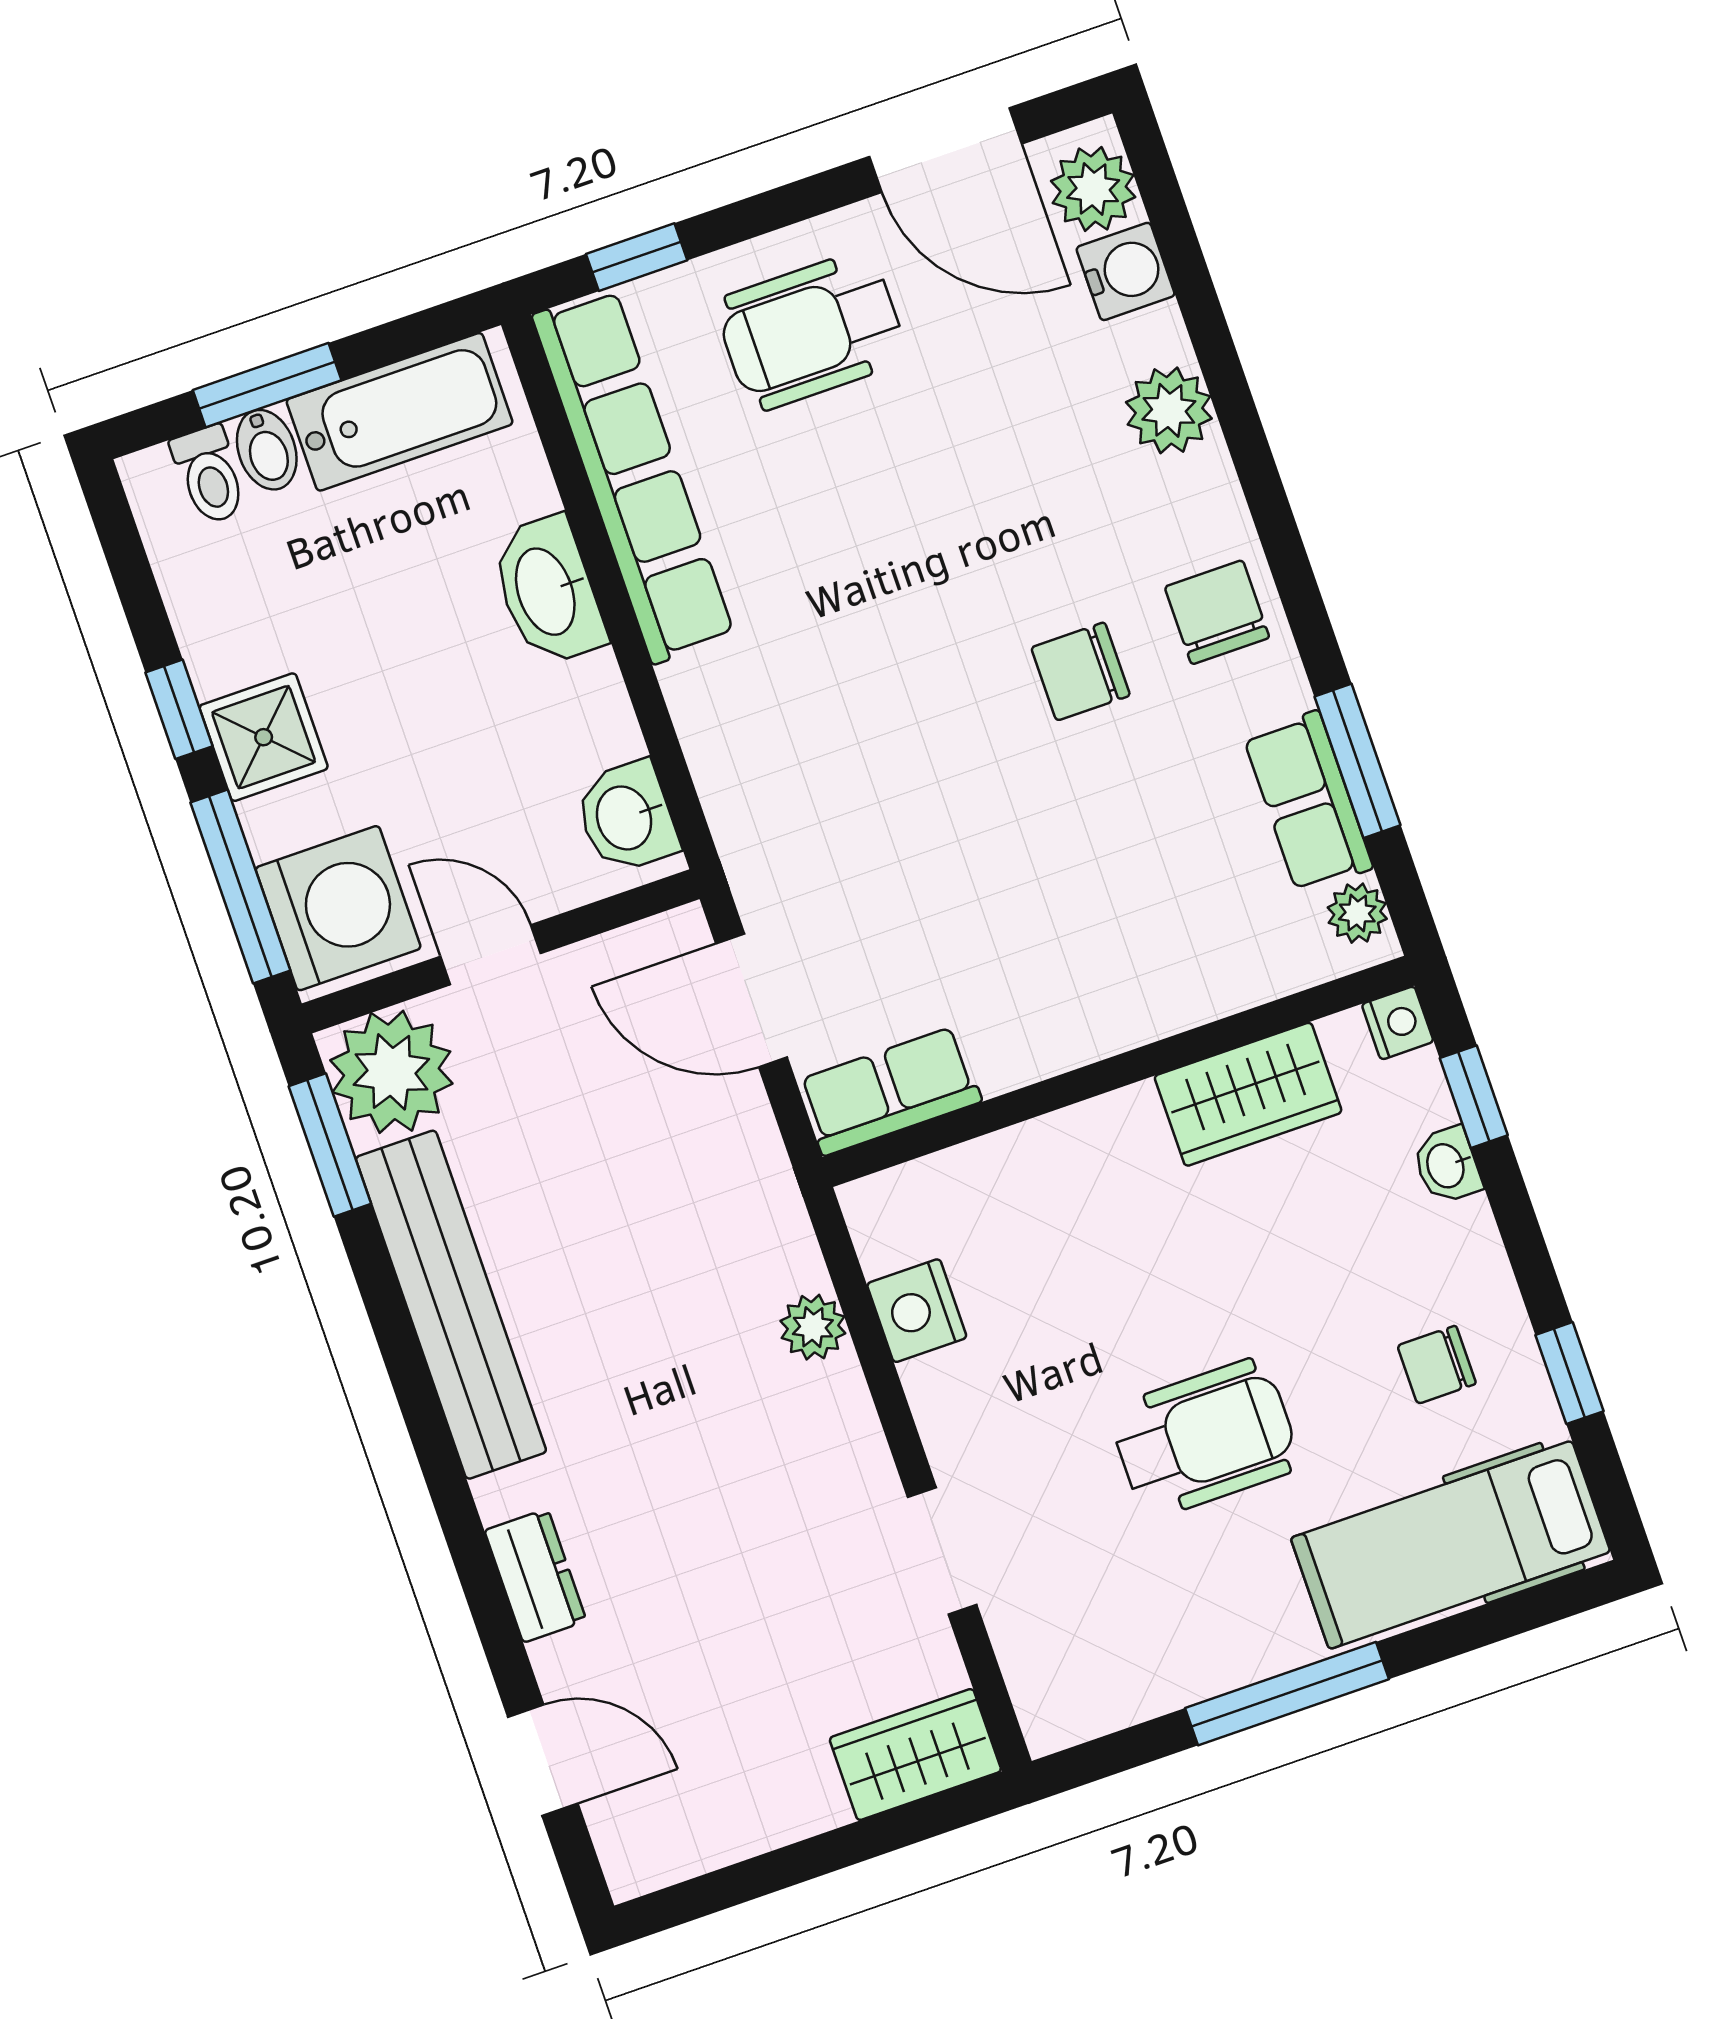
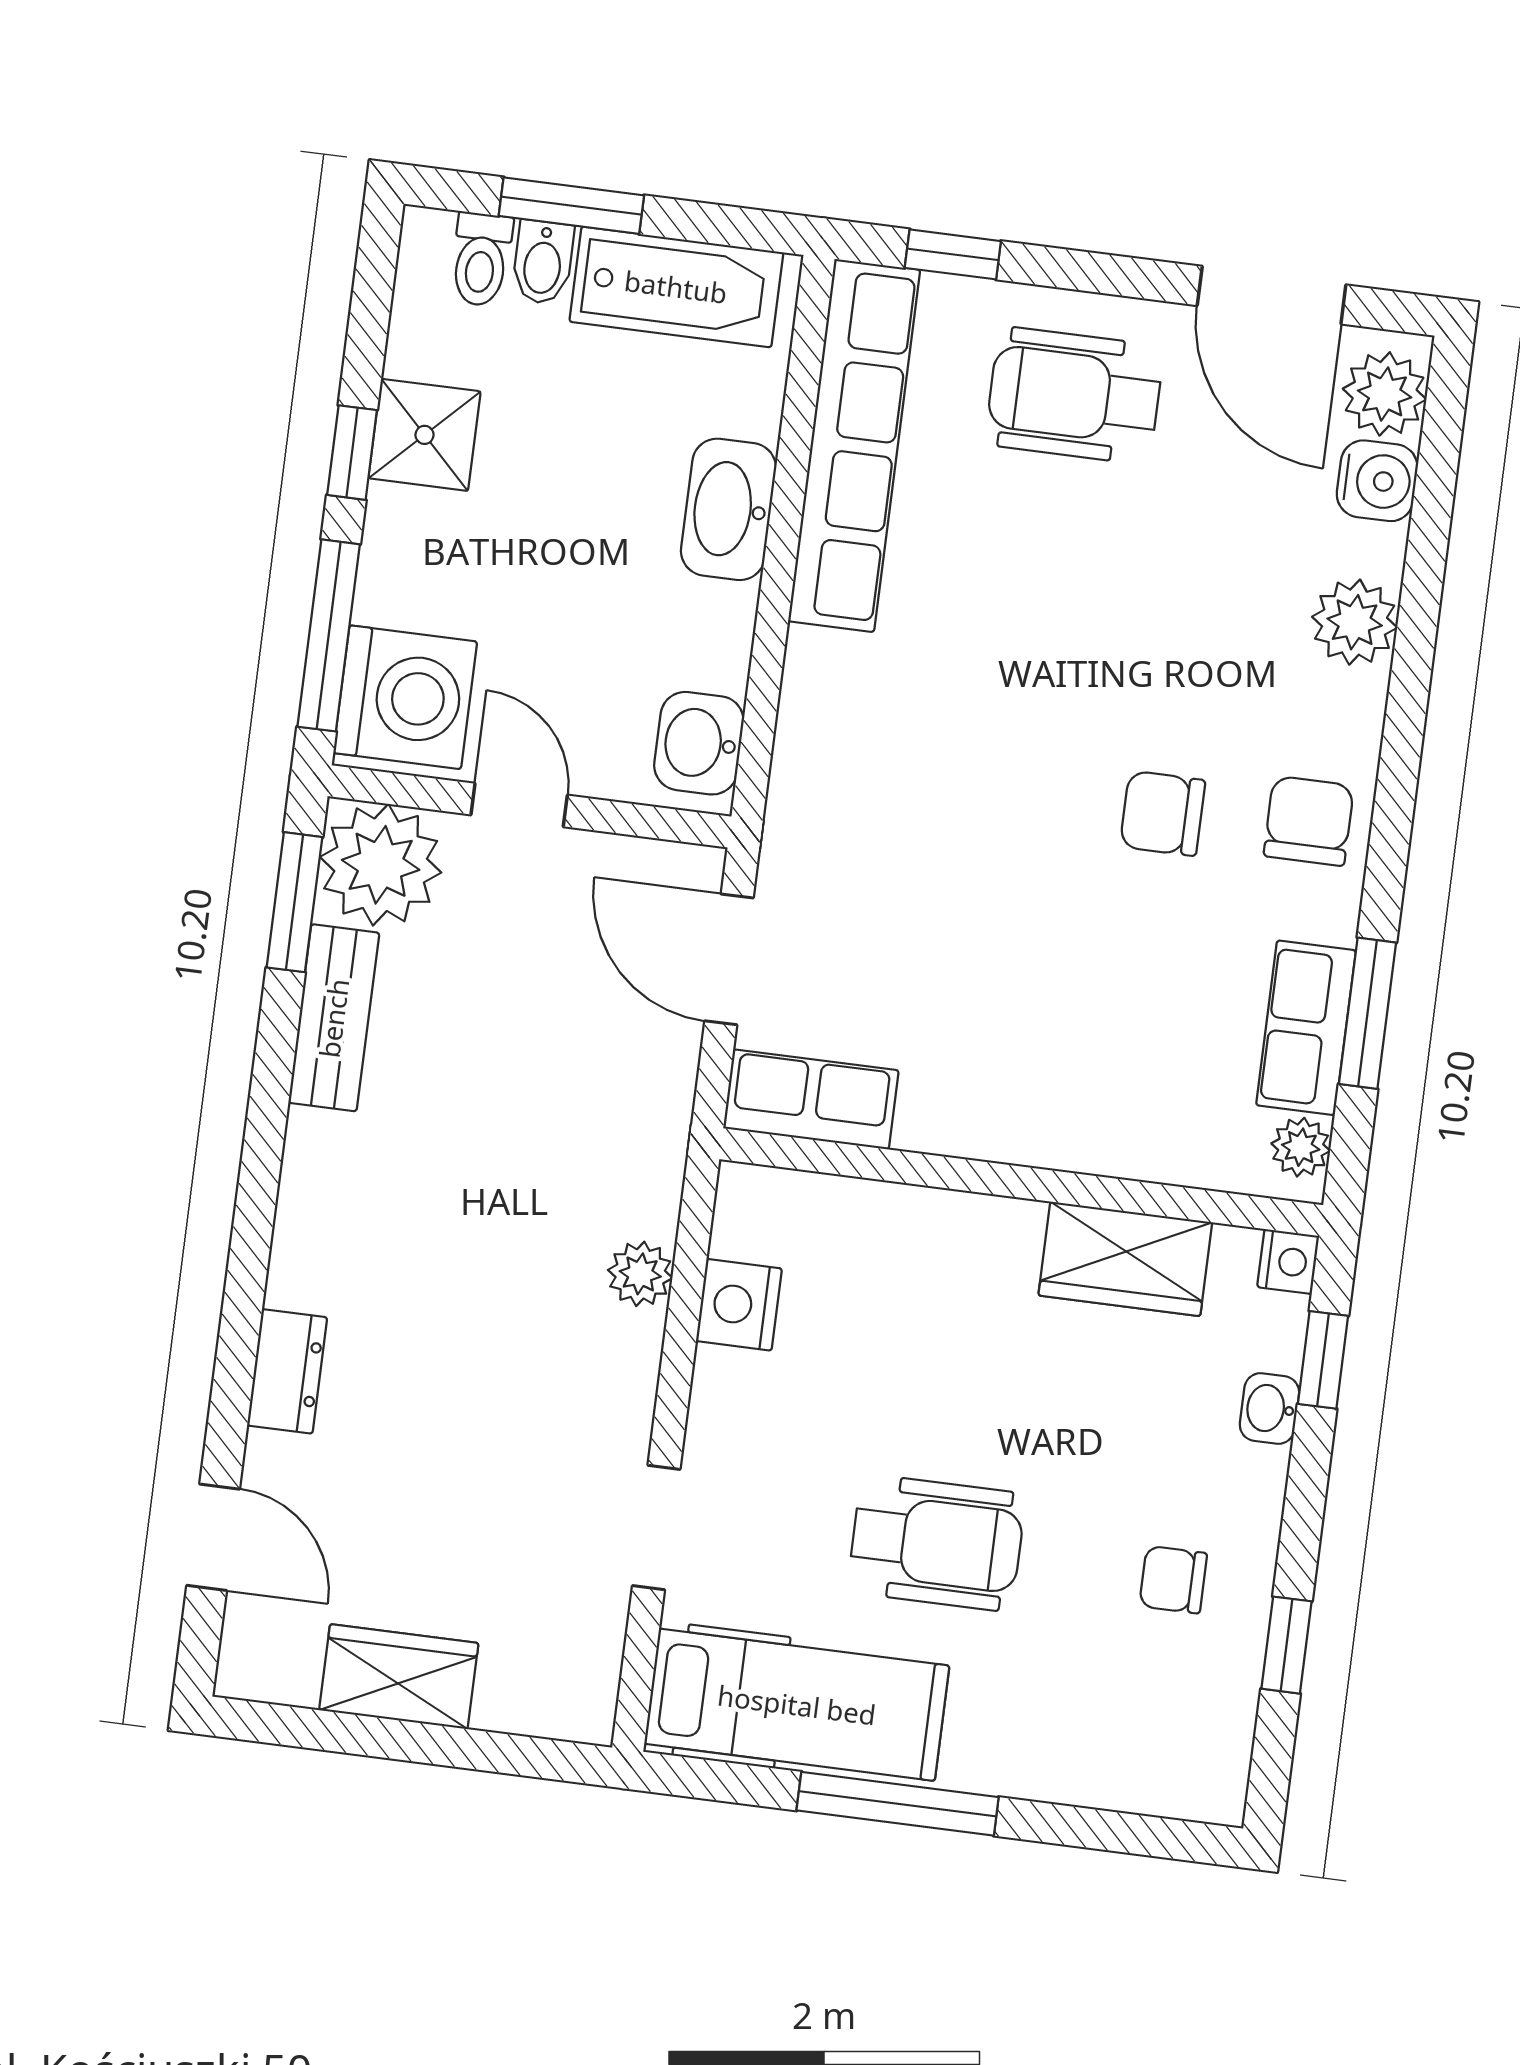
shower: (264, 737) -> (425, 435), moved
bench: (451, 1305) -> (334, 1018), width x0.54, depth x0.82
hospital bed: (1450, 1545) -> (797, 1705), moved, turned 180
wardrobe: (915, 1755) -> (399, 1677), moved

